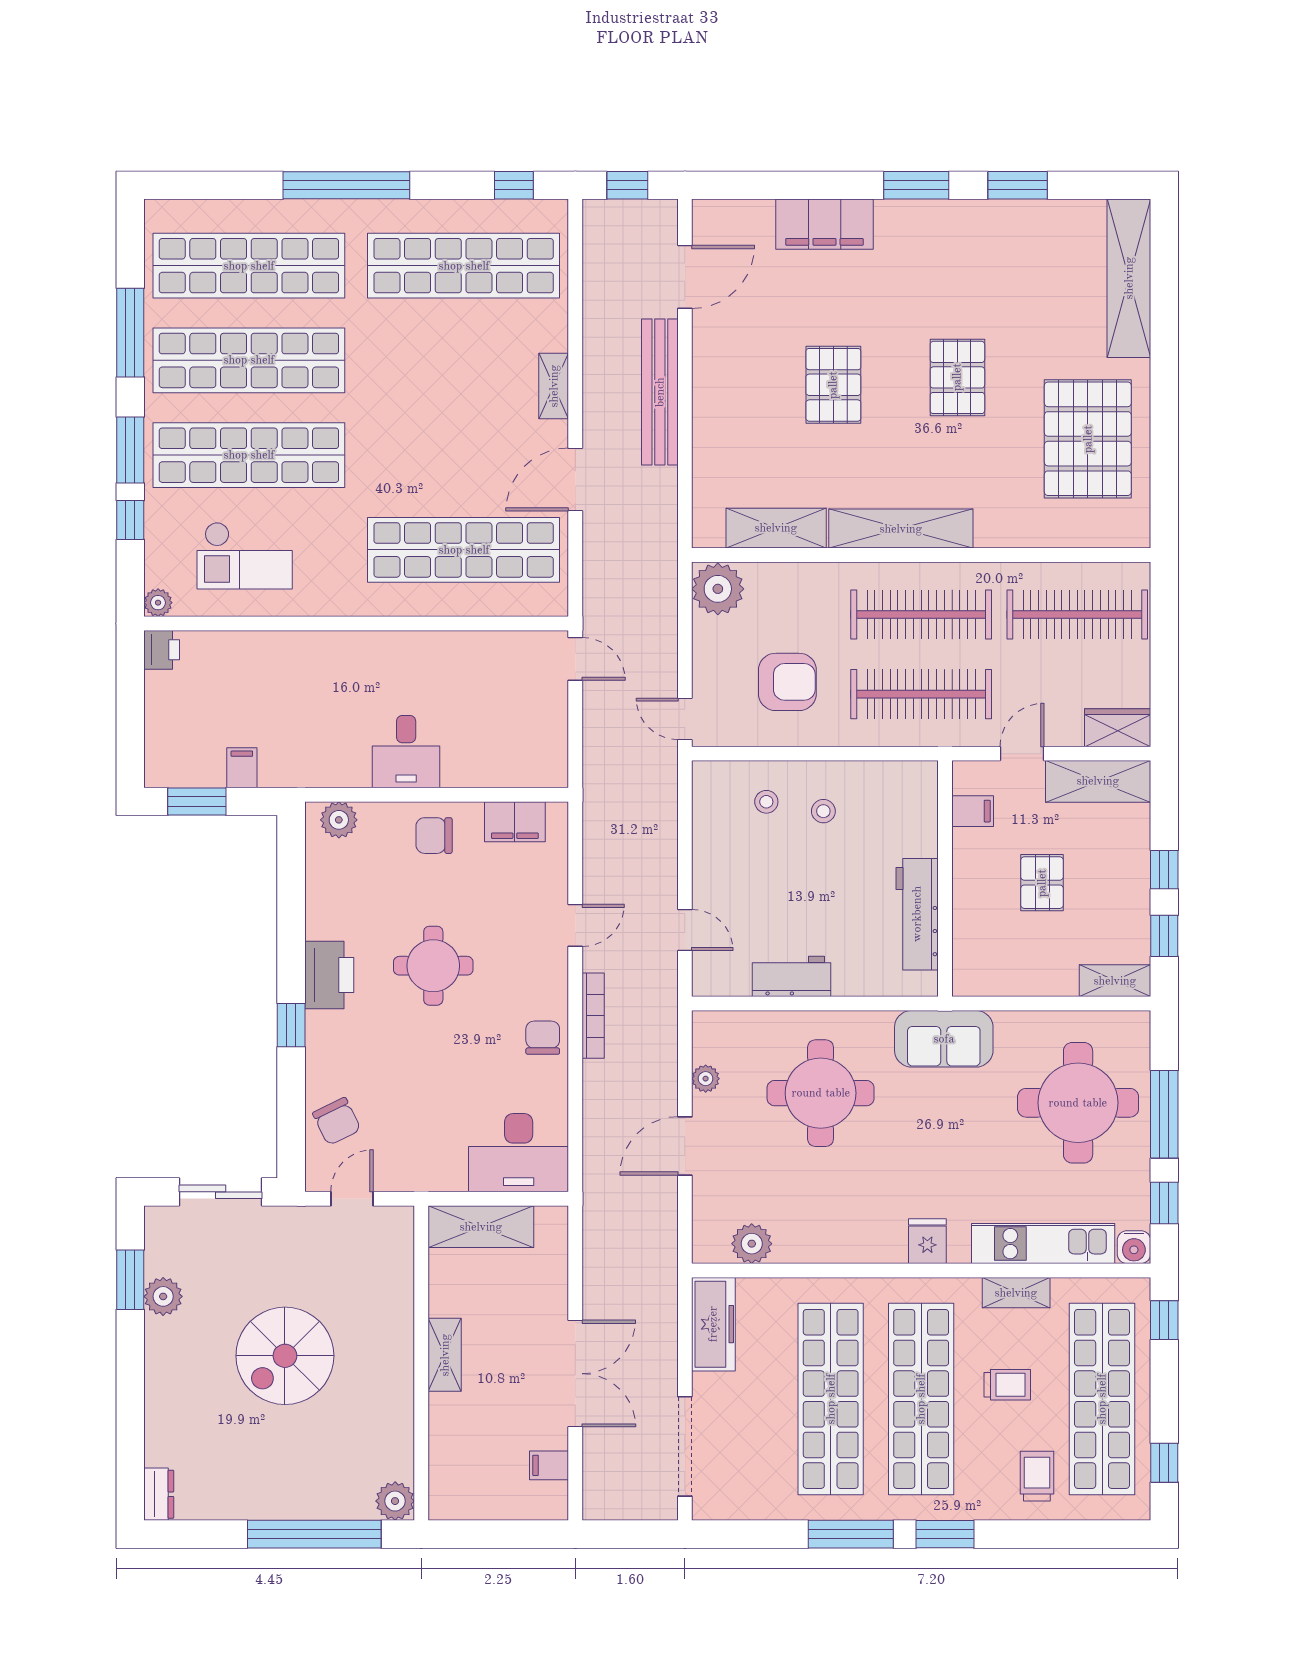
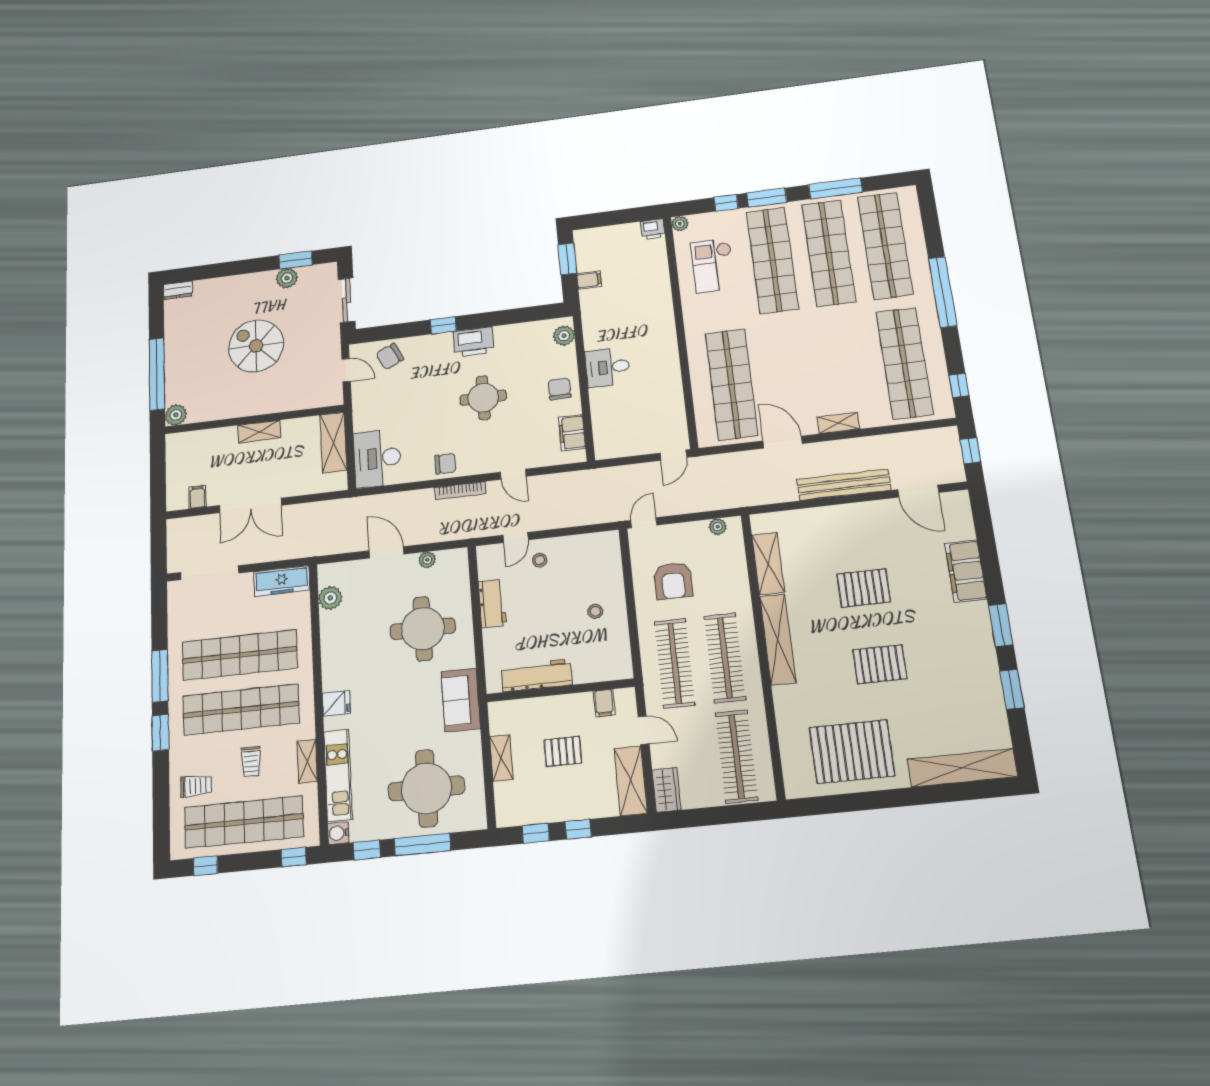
plant: (718, 589) -> (718, 527), width x0.53, depth x0.53
stool: (766, 802) -> (540, 560), moved
shelving: (1115, 981) -> (501, 758), moved

